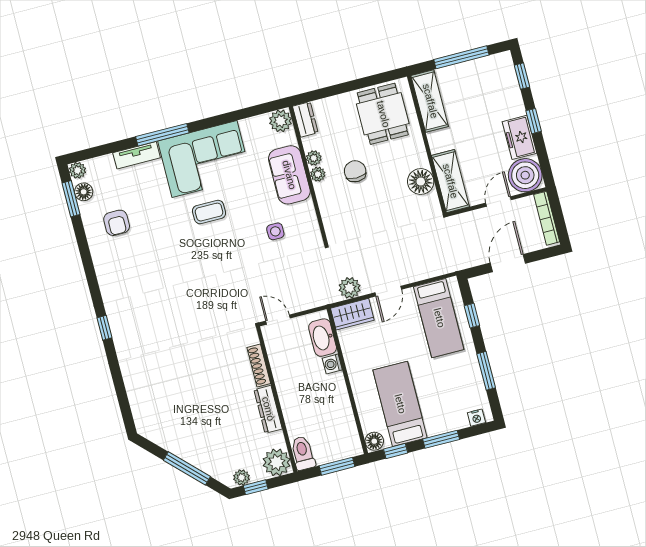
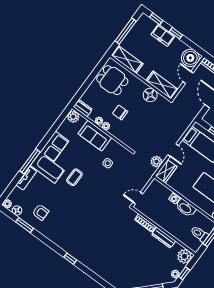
freezer: (520, 137) -> (163, 35), moved
window: (71, 199) -> (24, 225), moved
washbasin: (323, 338) -> (185, 208), moved
toilet: (303, 453) -> (199, 234), moved

